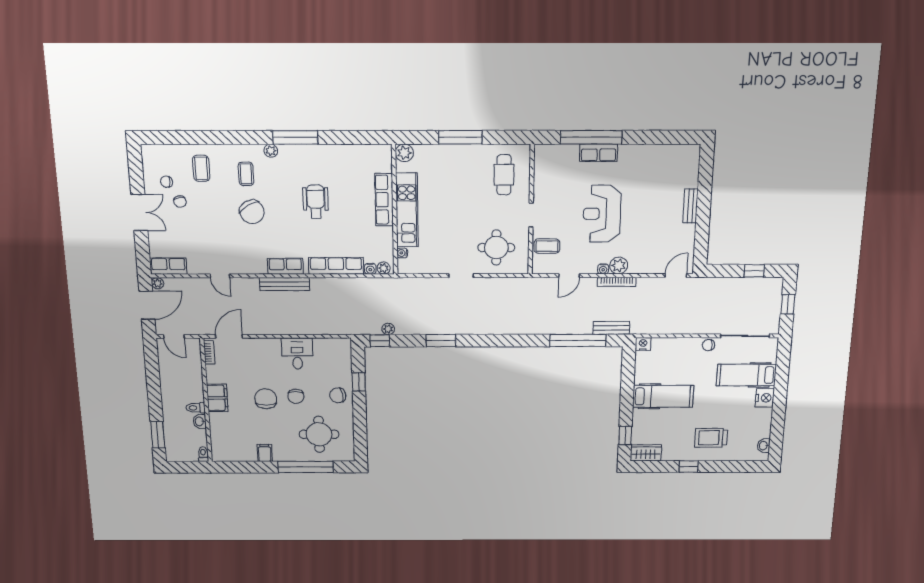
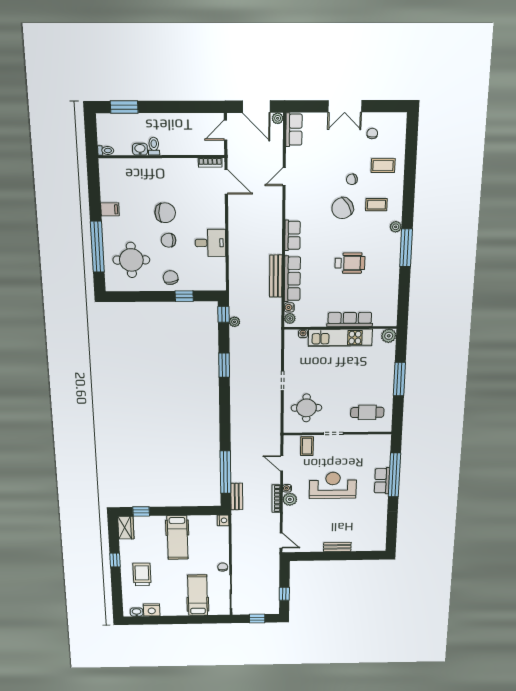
chair: (180, 202) -> (352, 179), moved
bench: (285, 284) -> (276, 276), moved
filing cabinet: (217, 398) -> (165, 168), removed
nightstand: (765, 398) -> (152, 610), moved

